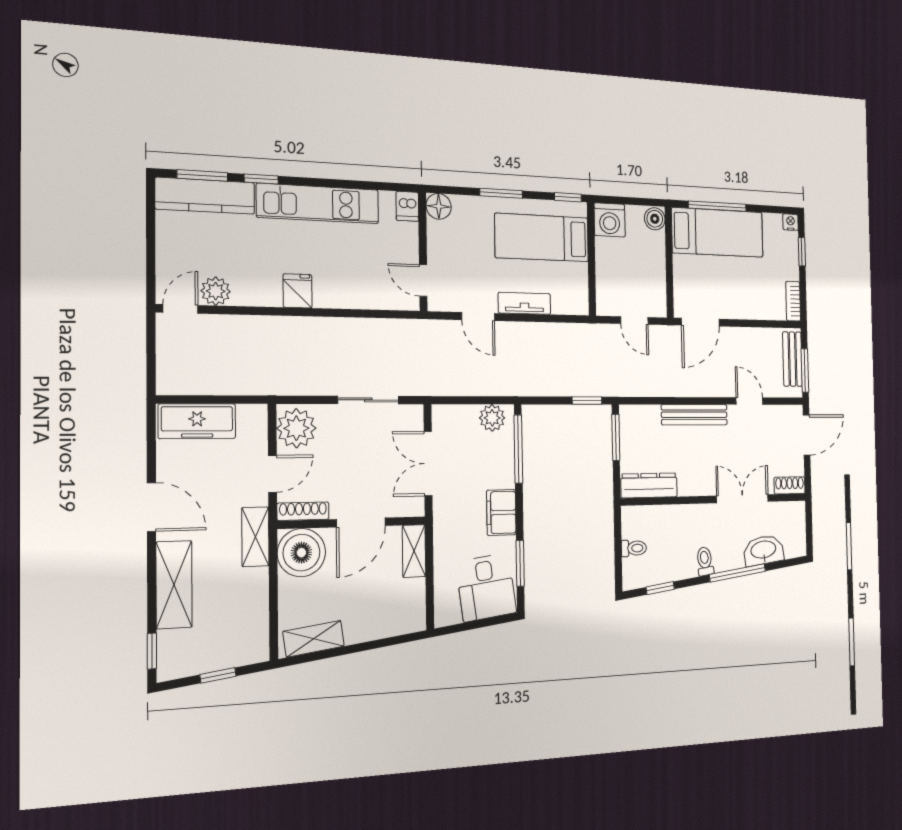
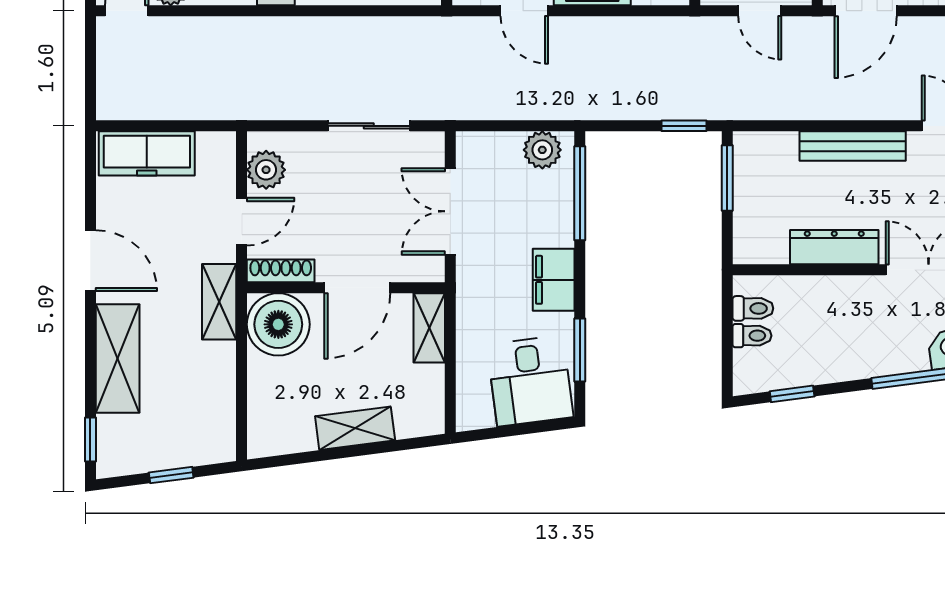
plant: (296, 428) -> (266, 170), width x0.73, depth x0.73
dresser: (649, 485) -> (834, 247), moved
toilet: (705, 561) -> (753, 308), moved, turned 97
shelving: (314, 639) -> (355, 428), moved

